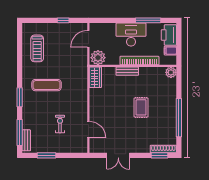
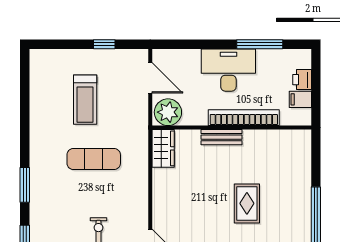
printer: (169, 35) -> (302, 80), width x0.53, depth x0.68
door: (88, 39) -> (150, 78), swing flipped
treadmill: (37, 48) -> (85, 100), moved
plant: (171, 72) -> (301, 139), removed
exercise mat: (47, 85) -> (94, 159), moved

